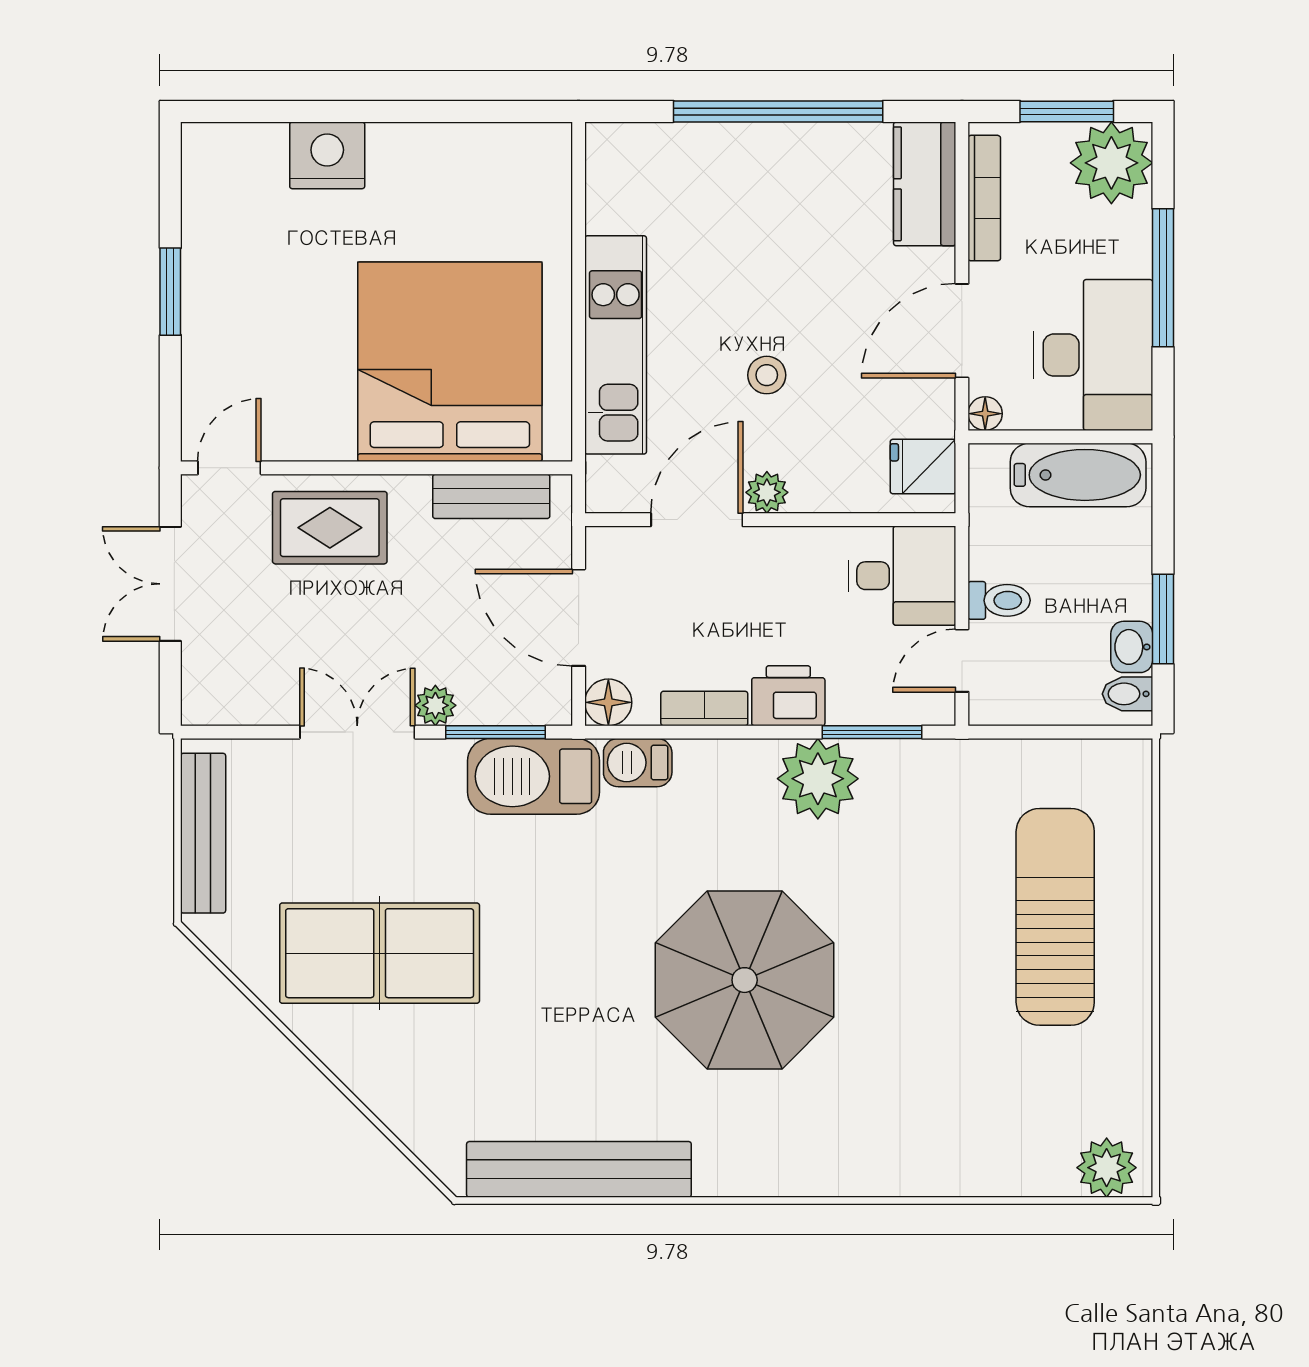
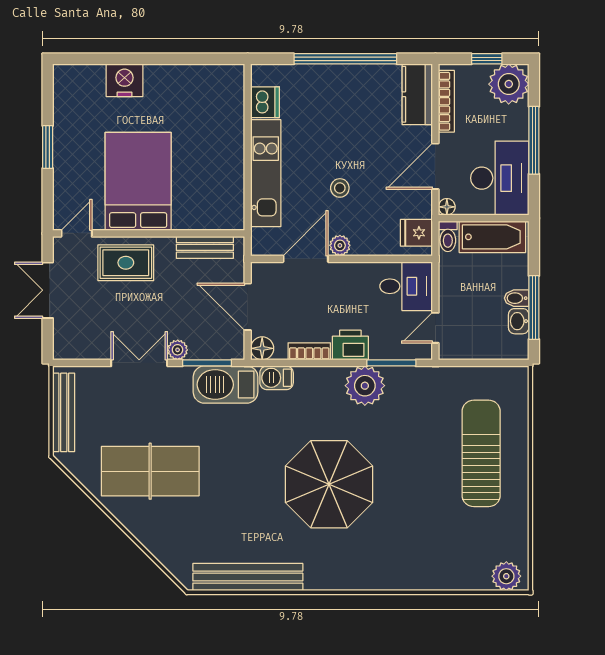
window: (1067, 111) -> (487, 59), width x0.67
dishwasher: (614, 200) -> (265, 102), added
bed: (450, 362) -> (138, 181), moved, width x0.73
toilet: (999, 600) -> (448, 236), moved, turned 90
window: (1163, 619) -> (534, 308), width x1.44
bidet: (1128, 694) -> (517, 298), moved

